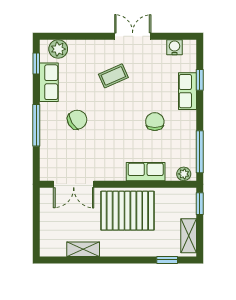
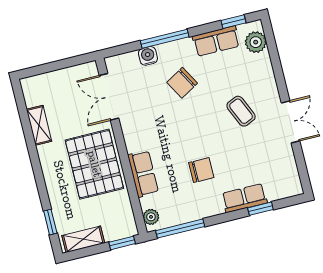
water cooler: (174, 47) -> (148, 56), moved, turned -90
chair: (77, 120) -> (182, 83), turned 91

